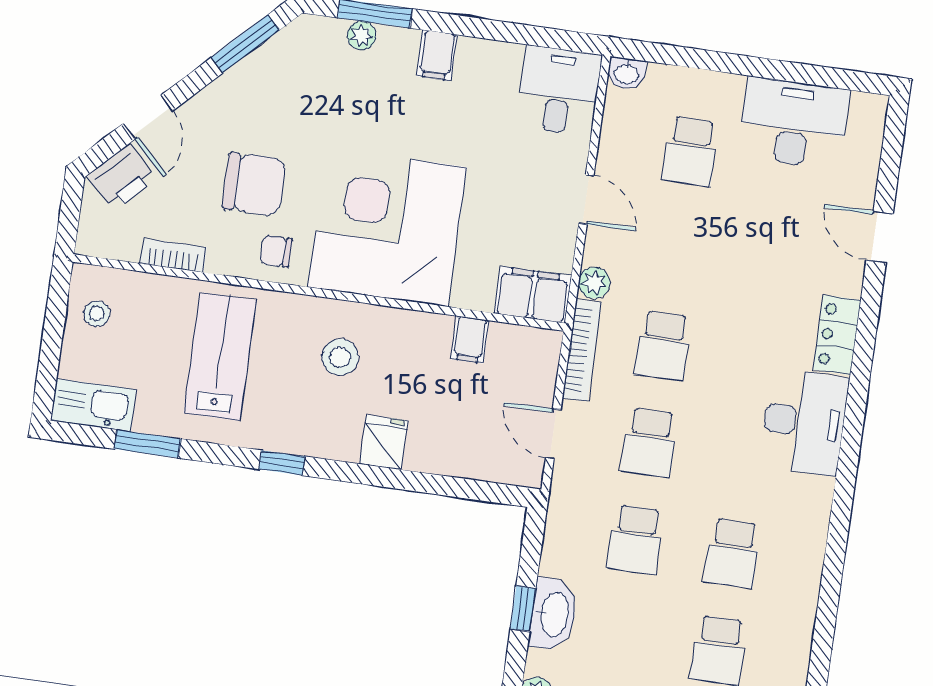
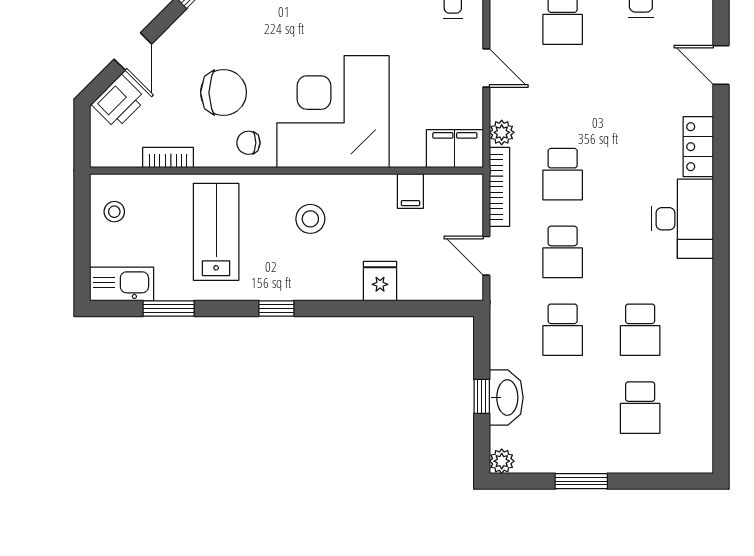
fridge: (384, 442) -> (380, 281), moved

